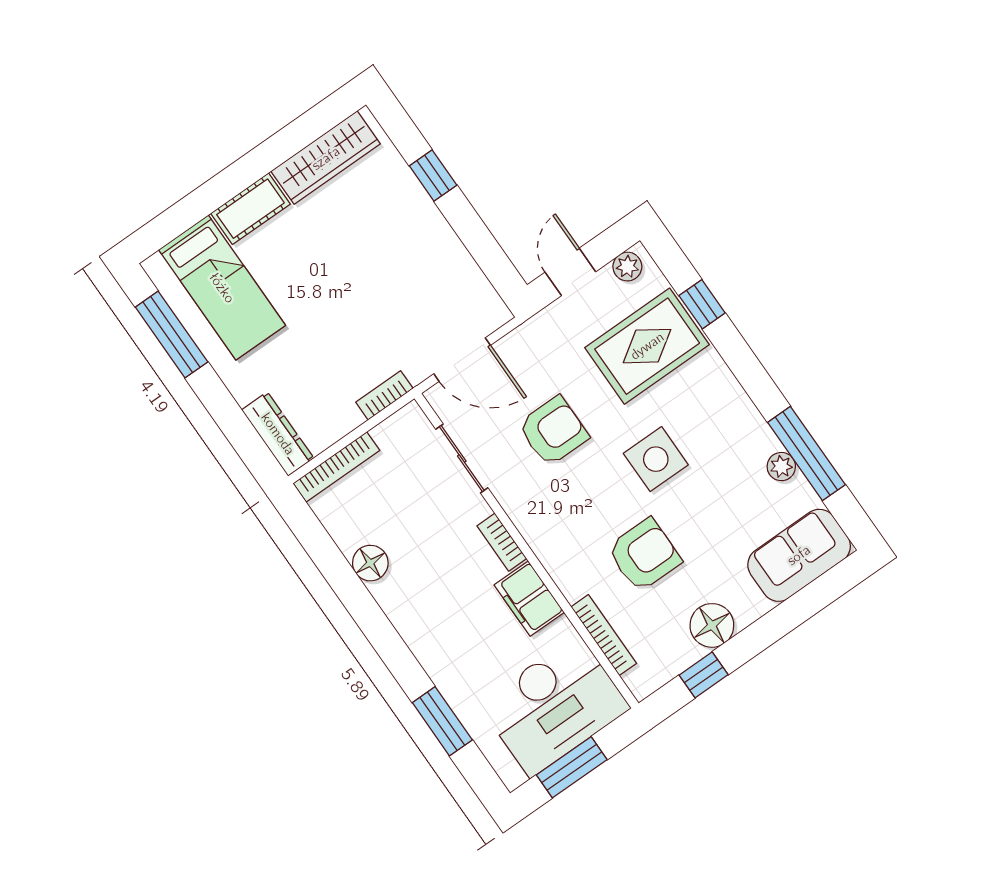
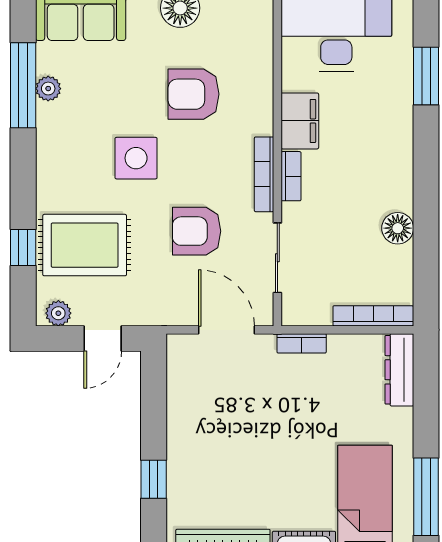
bookcase: (604, 635) -> (264, 174), moved

